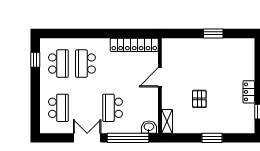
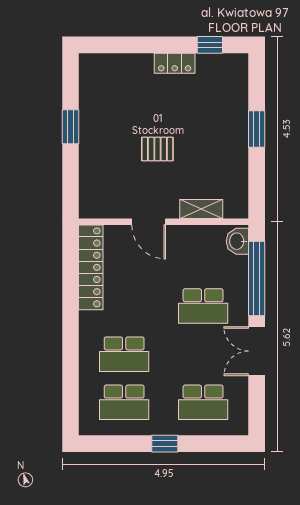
window: (35, 60) -> (165, 444), moved
school desk: (58, 63) -> (124, 402), turned 180
pallet: (199, 99) -> (157, 149), moved
school desk: (58, 108) -> (203, 402), turned 180
shelving: (167, 121) -> (201, 209), moved

